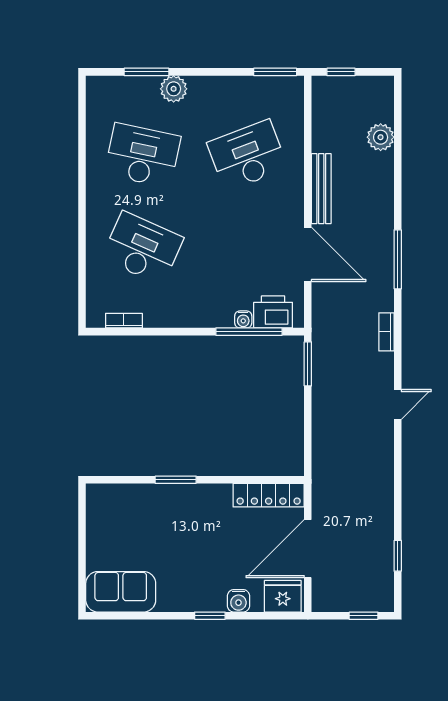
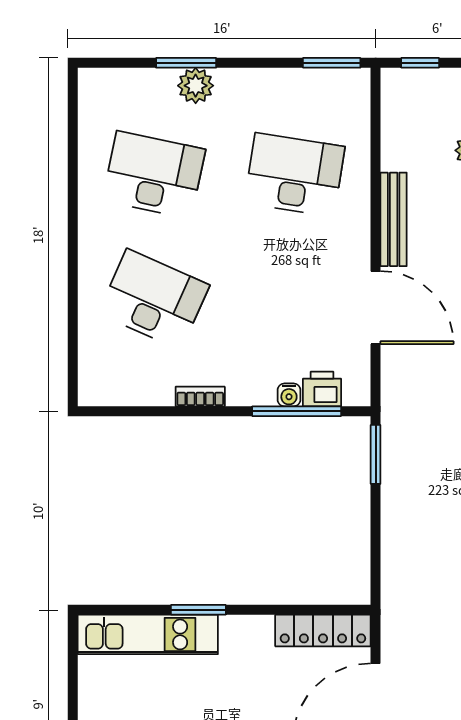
window: (146, 72) -> (186, 63), moved
desk: (247, 155) -> (295, 175), turned 30
printer: (273, 312) -> (322, 389), width x0.73, depth x0.81
bookcase: (124, 321) -> (200, 396), moved
kitchen unit: (138, 498) -> (148, 634), added

